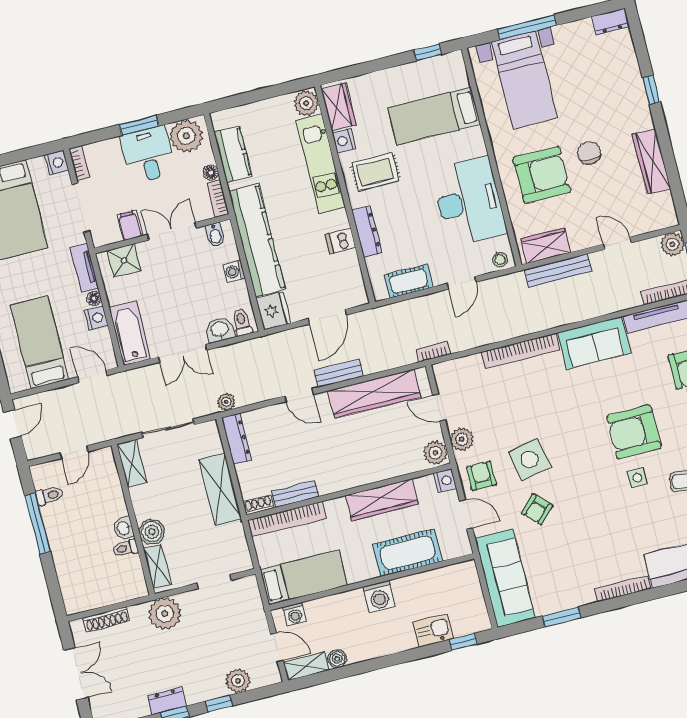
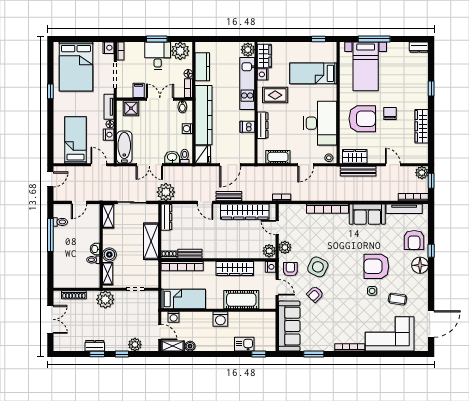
plant: (226, 402) -> (166, 192), width x1.87, depth x1.87
side table: (530, 459) -> (318, 267), turned 38

